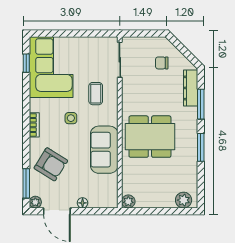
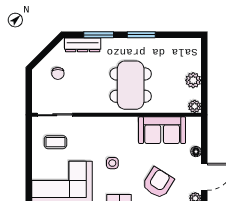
coffee table: (96, 94) -> (55, 142), moved
sofa: (104, 150) -> (162, 130), moved
plant: (184, 200) -> (193, 80), moved

